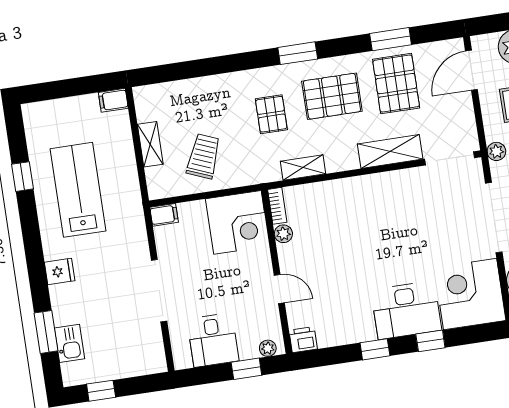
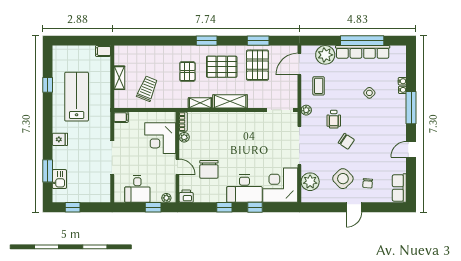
shelving: (390, 151) -> (230, 101), moved
corner desk: (237, 222) -> (160, 138), moved, turned 90
chair: (337, 285) -> (209, 169), added

